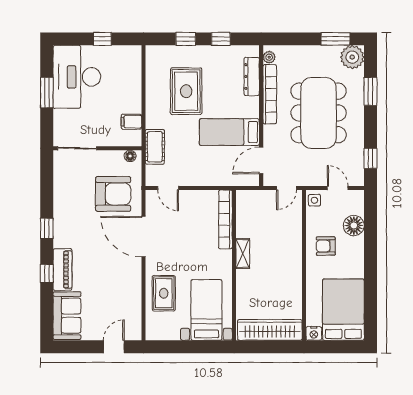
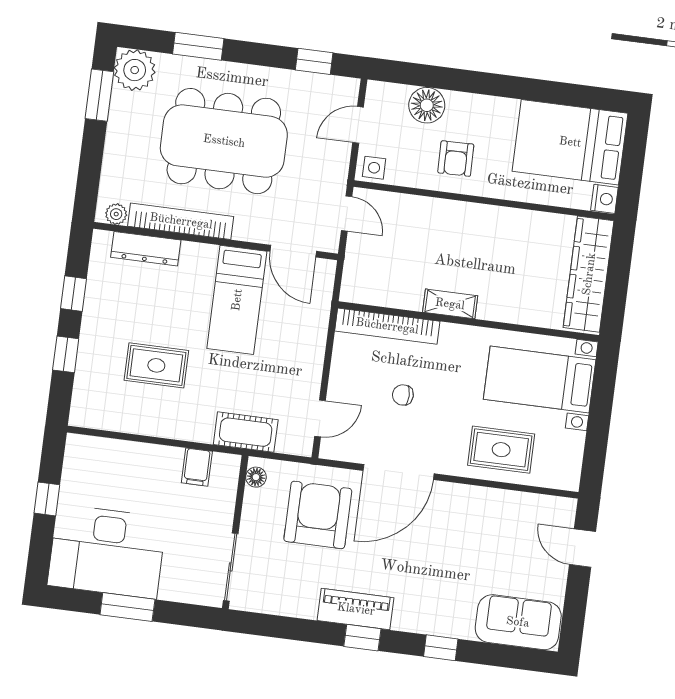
rug: (186, 91) -> (156, 365), width x0.73, depth x0.70
chair: (188, 233) -> (403, 395), added
piano: (63, 269) -> (356, 609), moved

